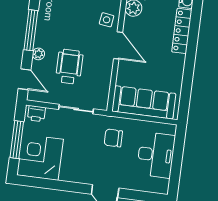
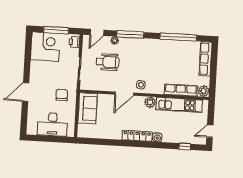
sofa: (144, 102) -> (87, 108), width x0.73

